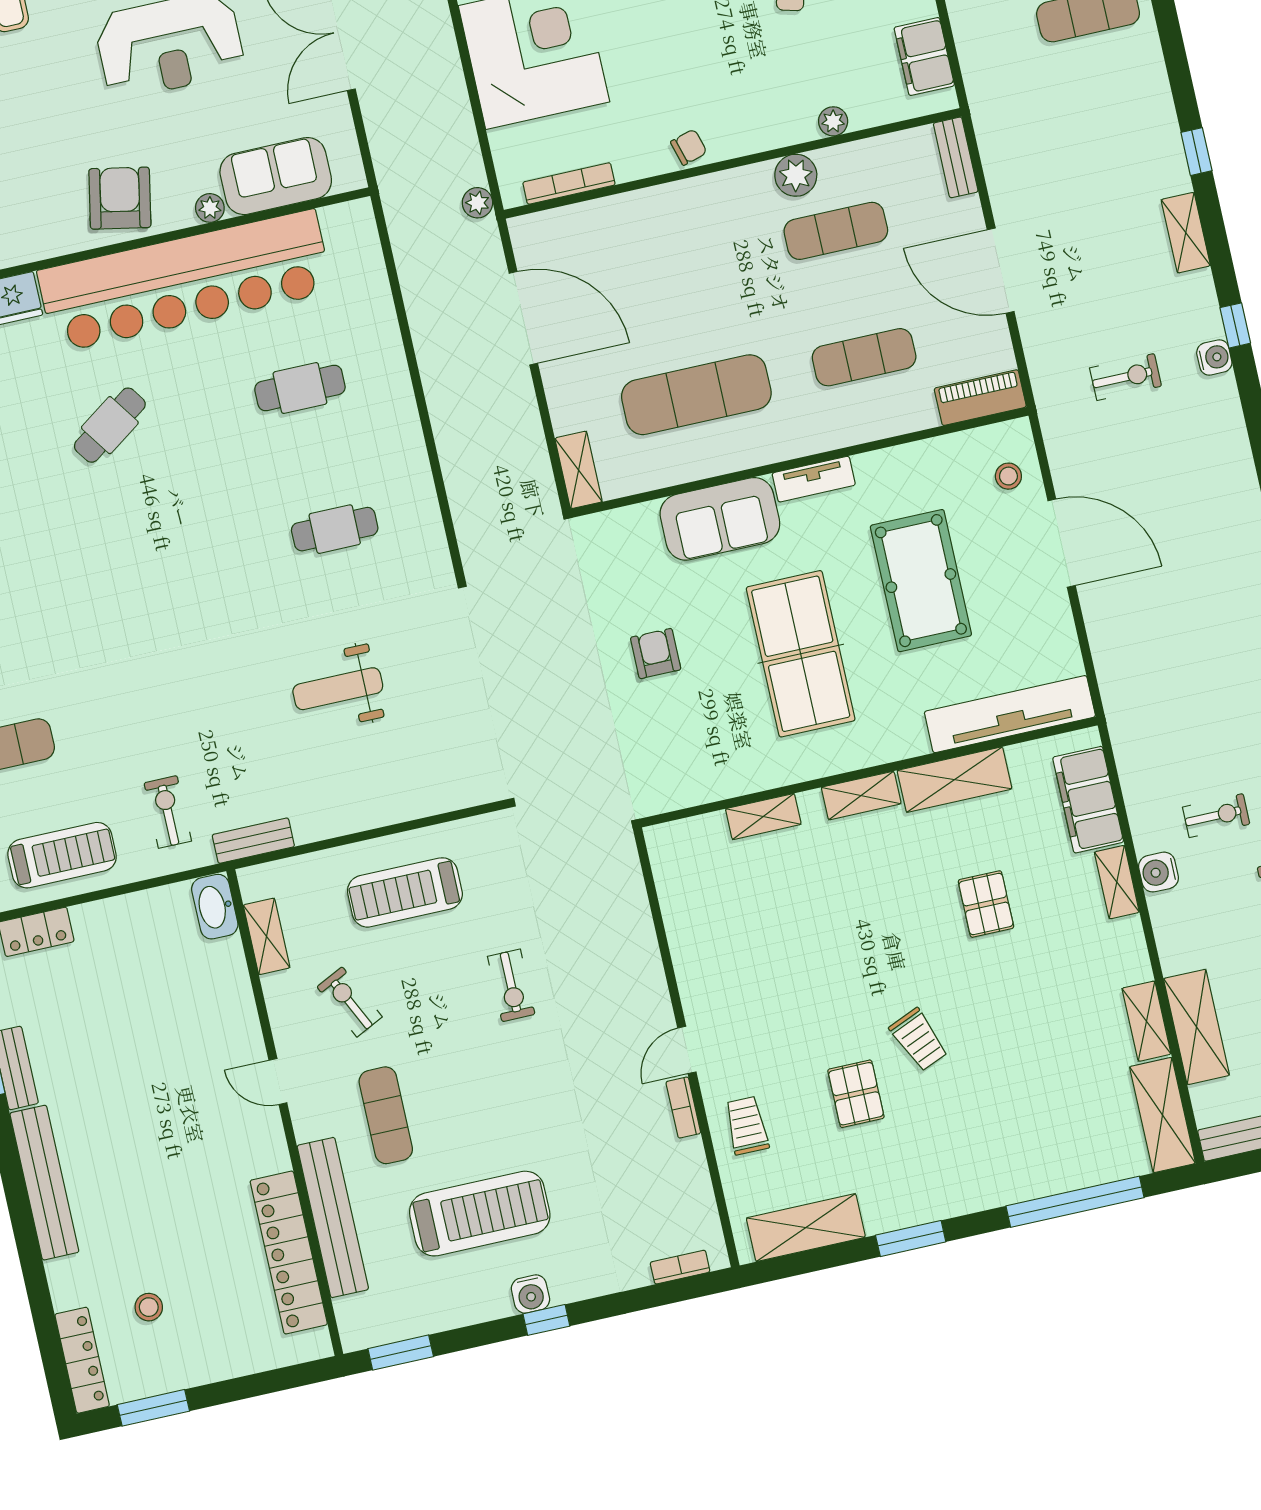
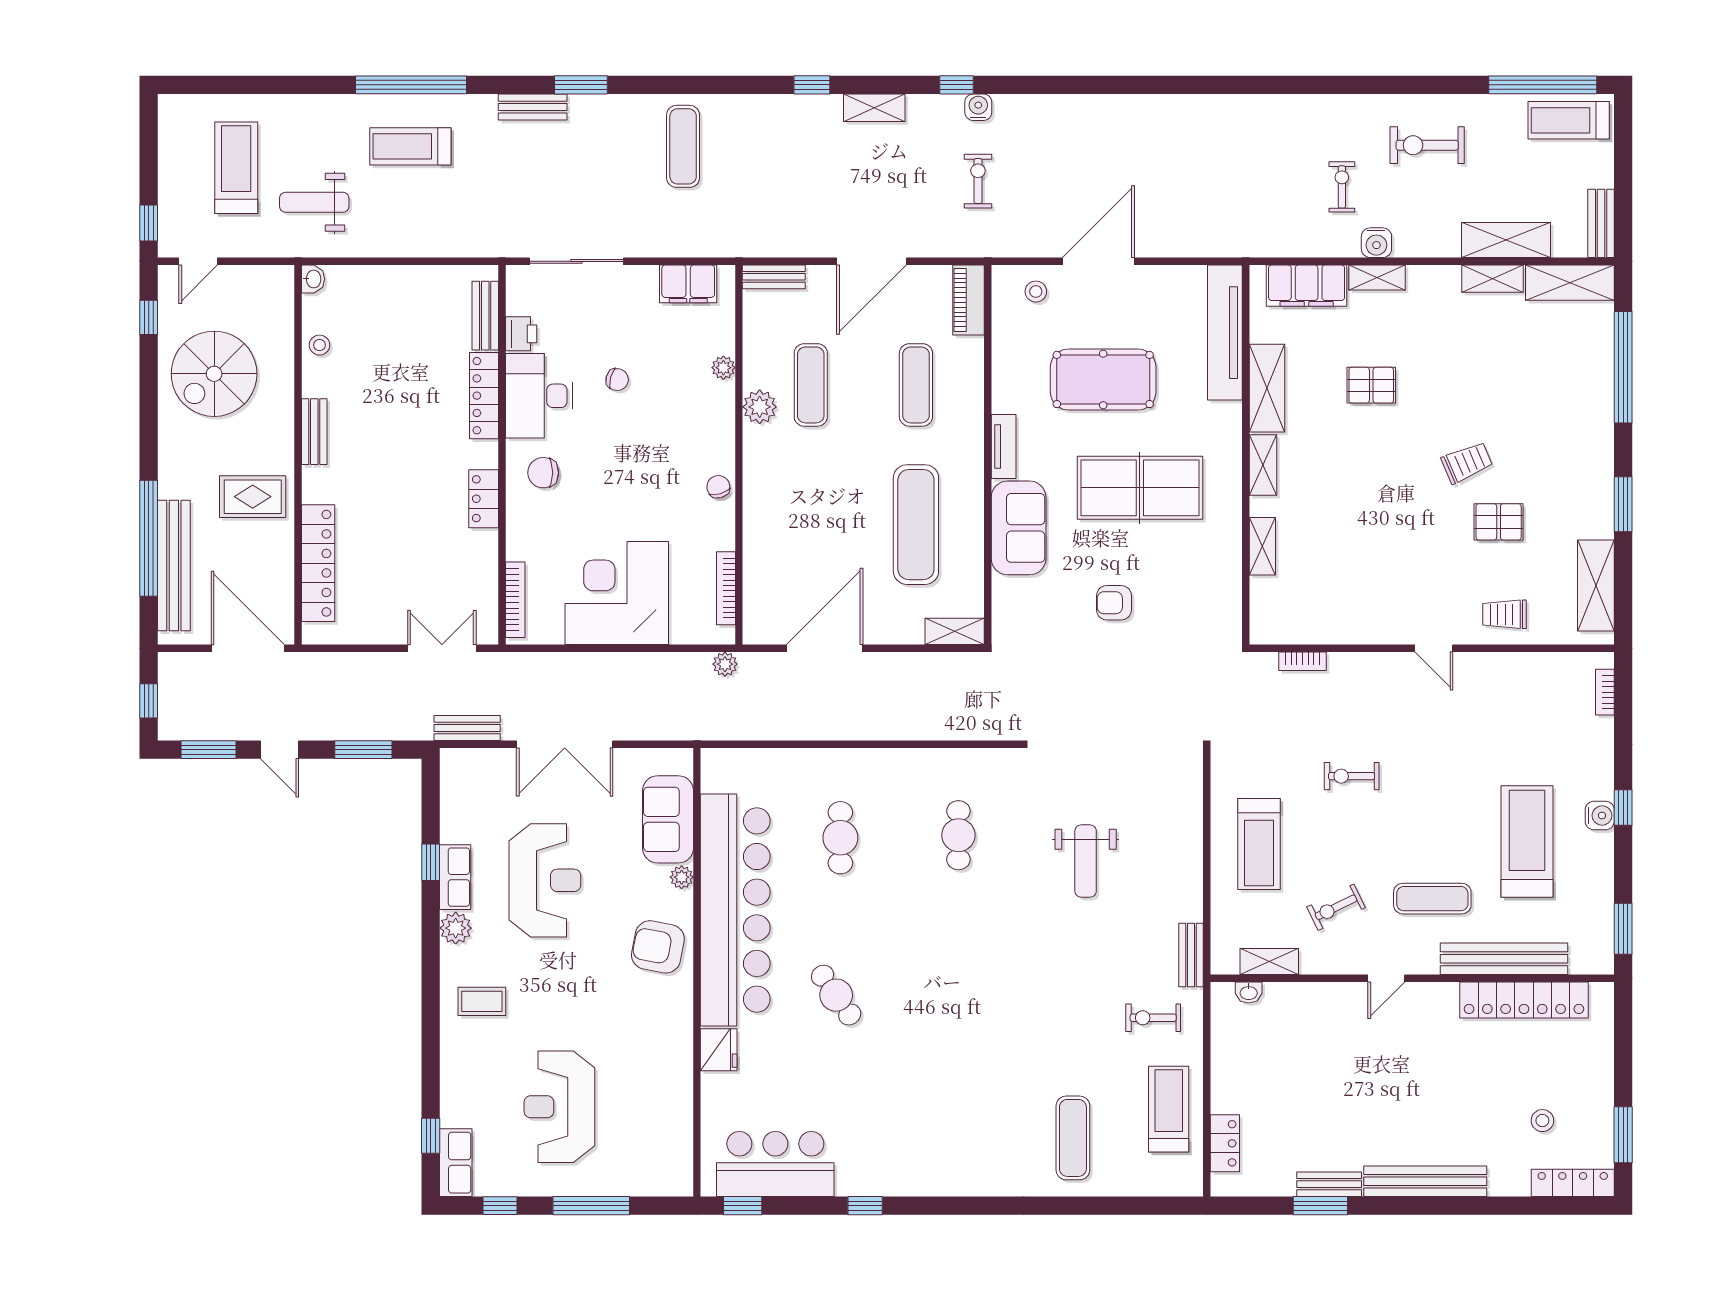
washbasin: (215, 907) -> (1249, 992), width x0.52, depth x0.69
exercise bike: (511, 985) -> (1352, 776), turned 180
bookcase: (683, 1108) -> (1303, 661), moved

